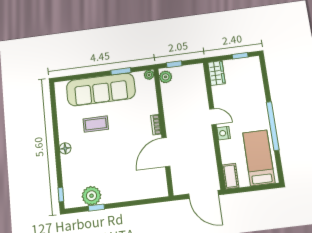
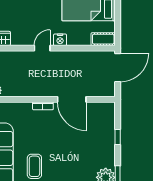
window: (133, 203) -> (118, 137), added

